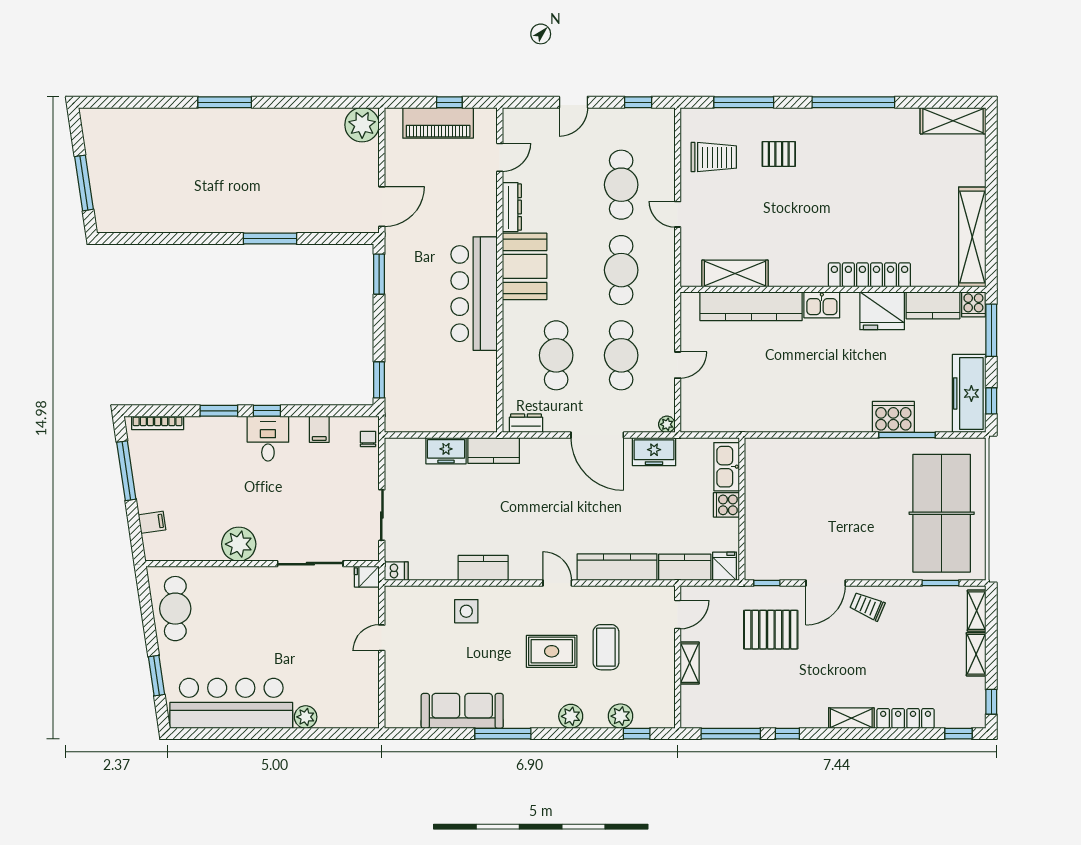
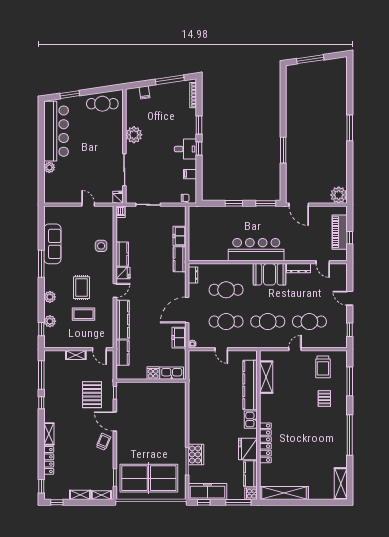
window: (379, 380) -> (234, 203), moved
fridge: (725, 566) -> (123, 273), moved

